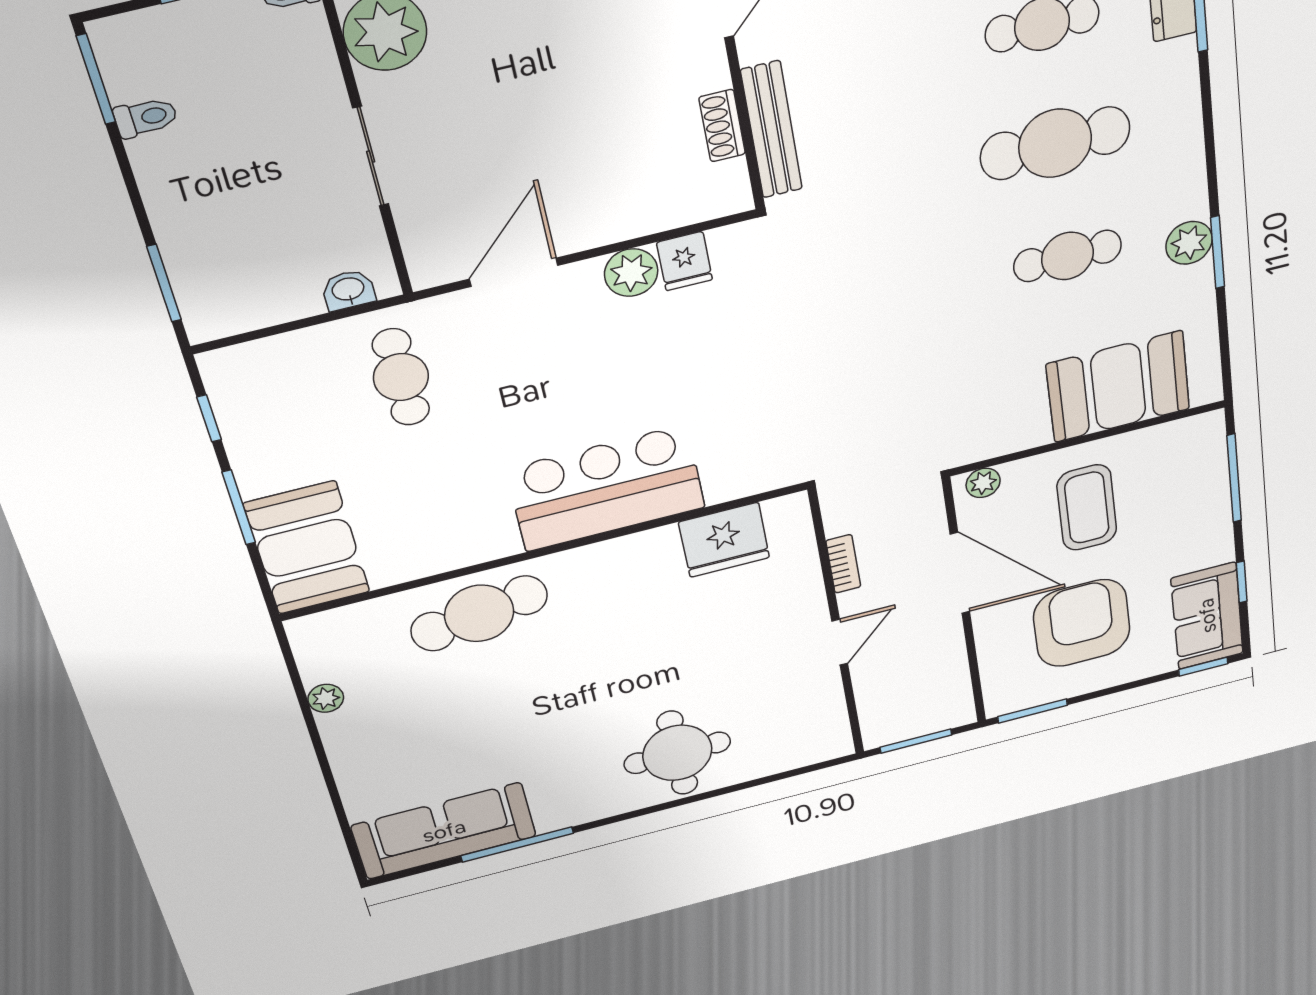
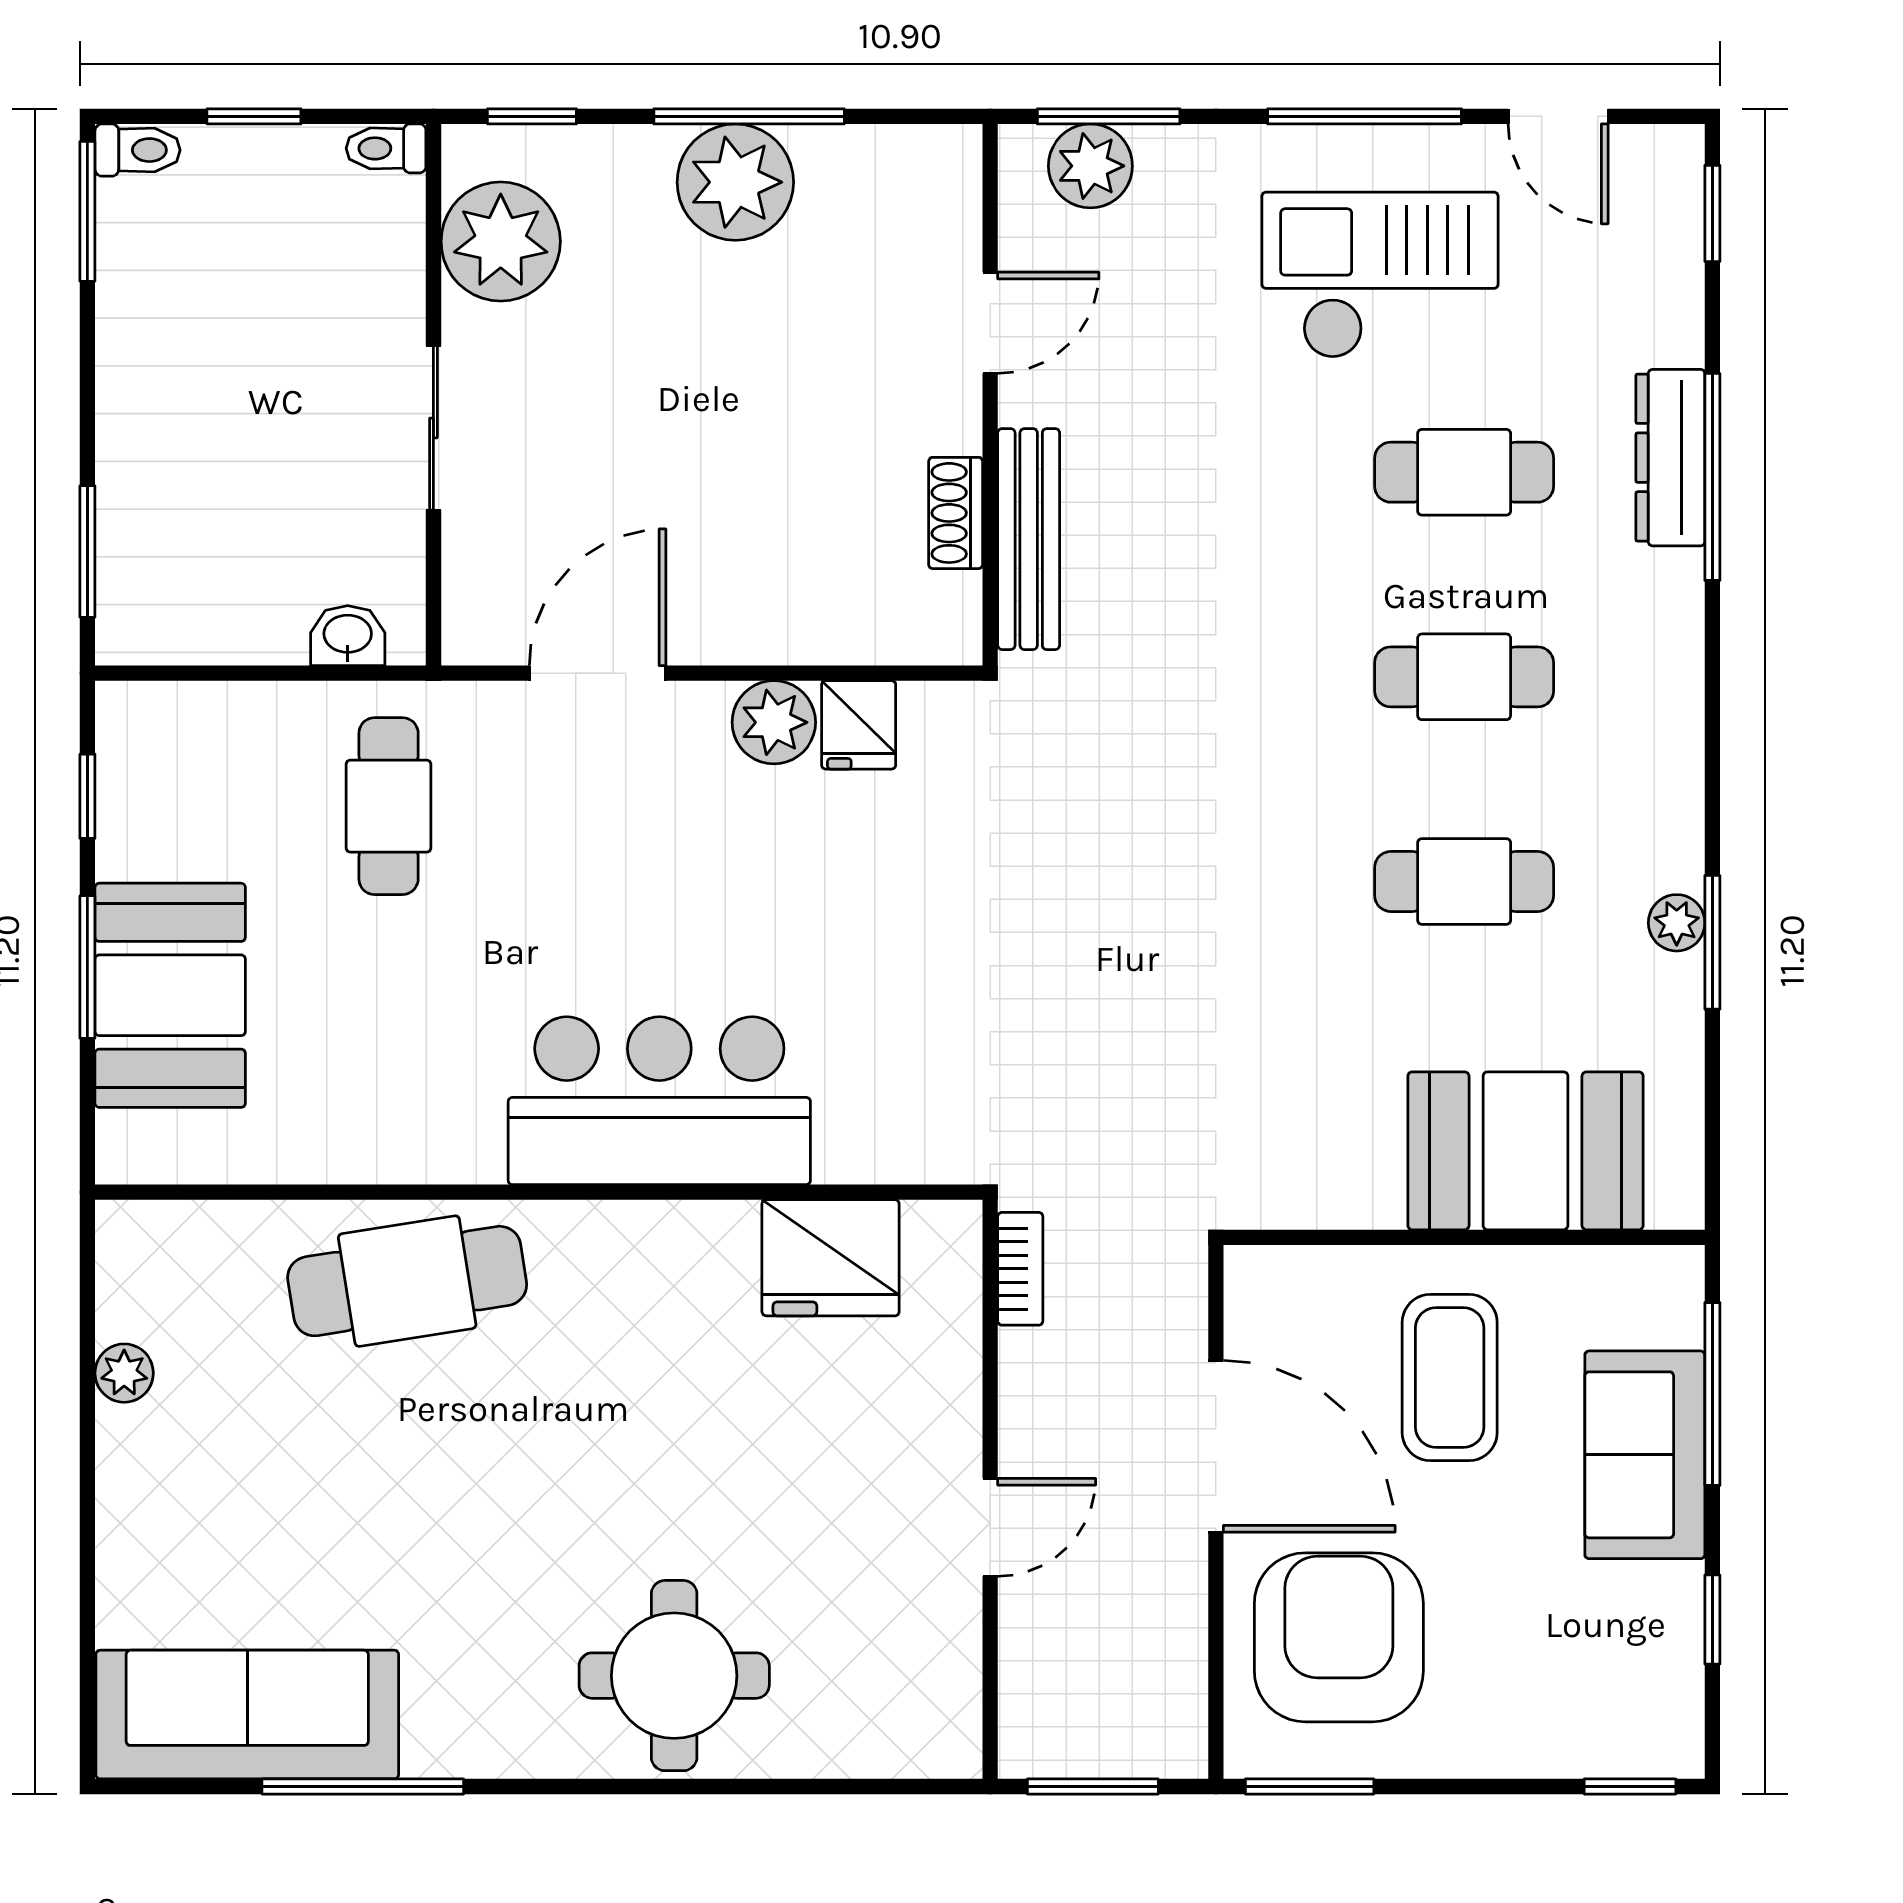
toilet: (146, 117) -> (138, 150), moved
cafe table: (1055, 143) -> (1464, 677), width x0.73, depth x0.74
plant: (1189, 243) -> (1677, 923), width x0.73, depth x0.73
plant: (983, 483) -> (1277, 1274), removed
booth: (307, 548) -> (170, 995), moved
bookcase: (843, 564) -> (1020, 1269), moved
sofa: (1207, 616) -> (1645, 1455), moved
armchair: (1082, 623) -> (1339, 1637), moved

